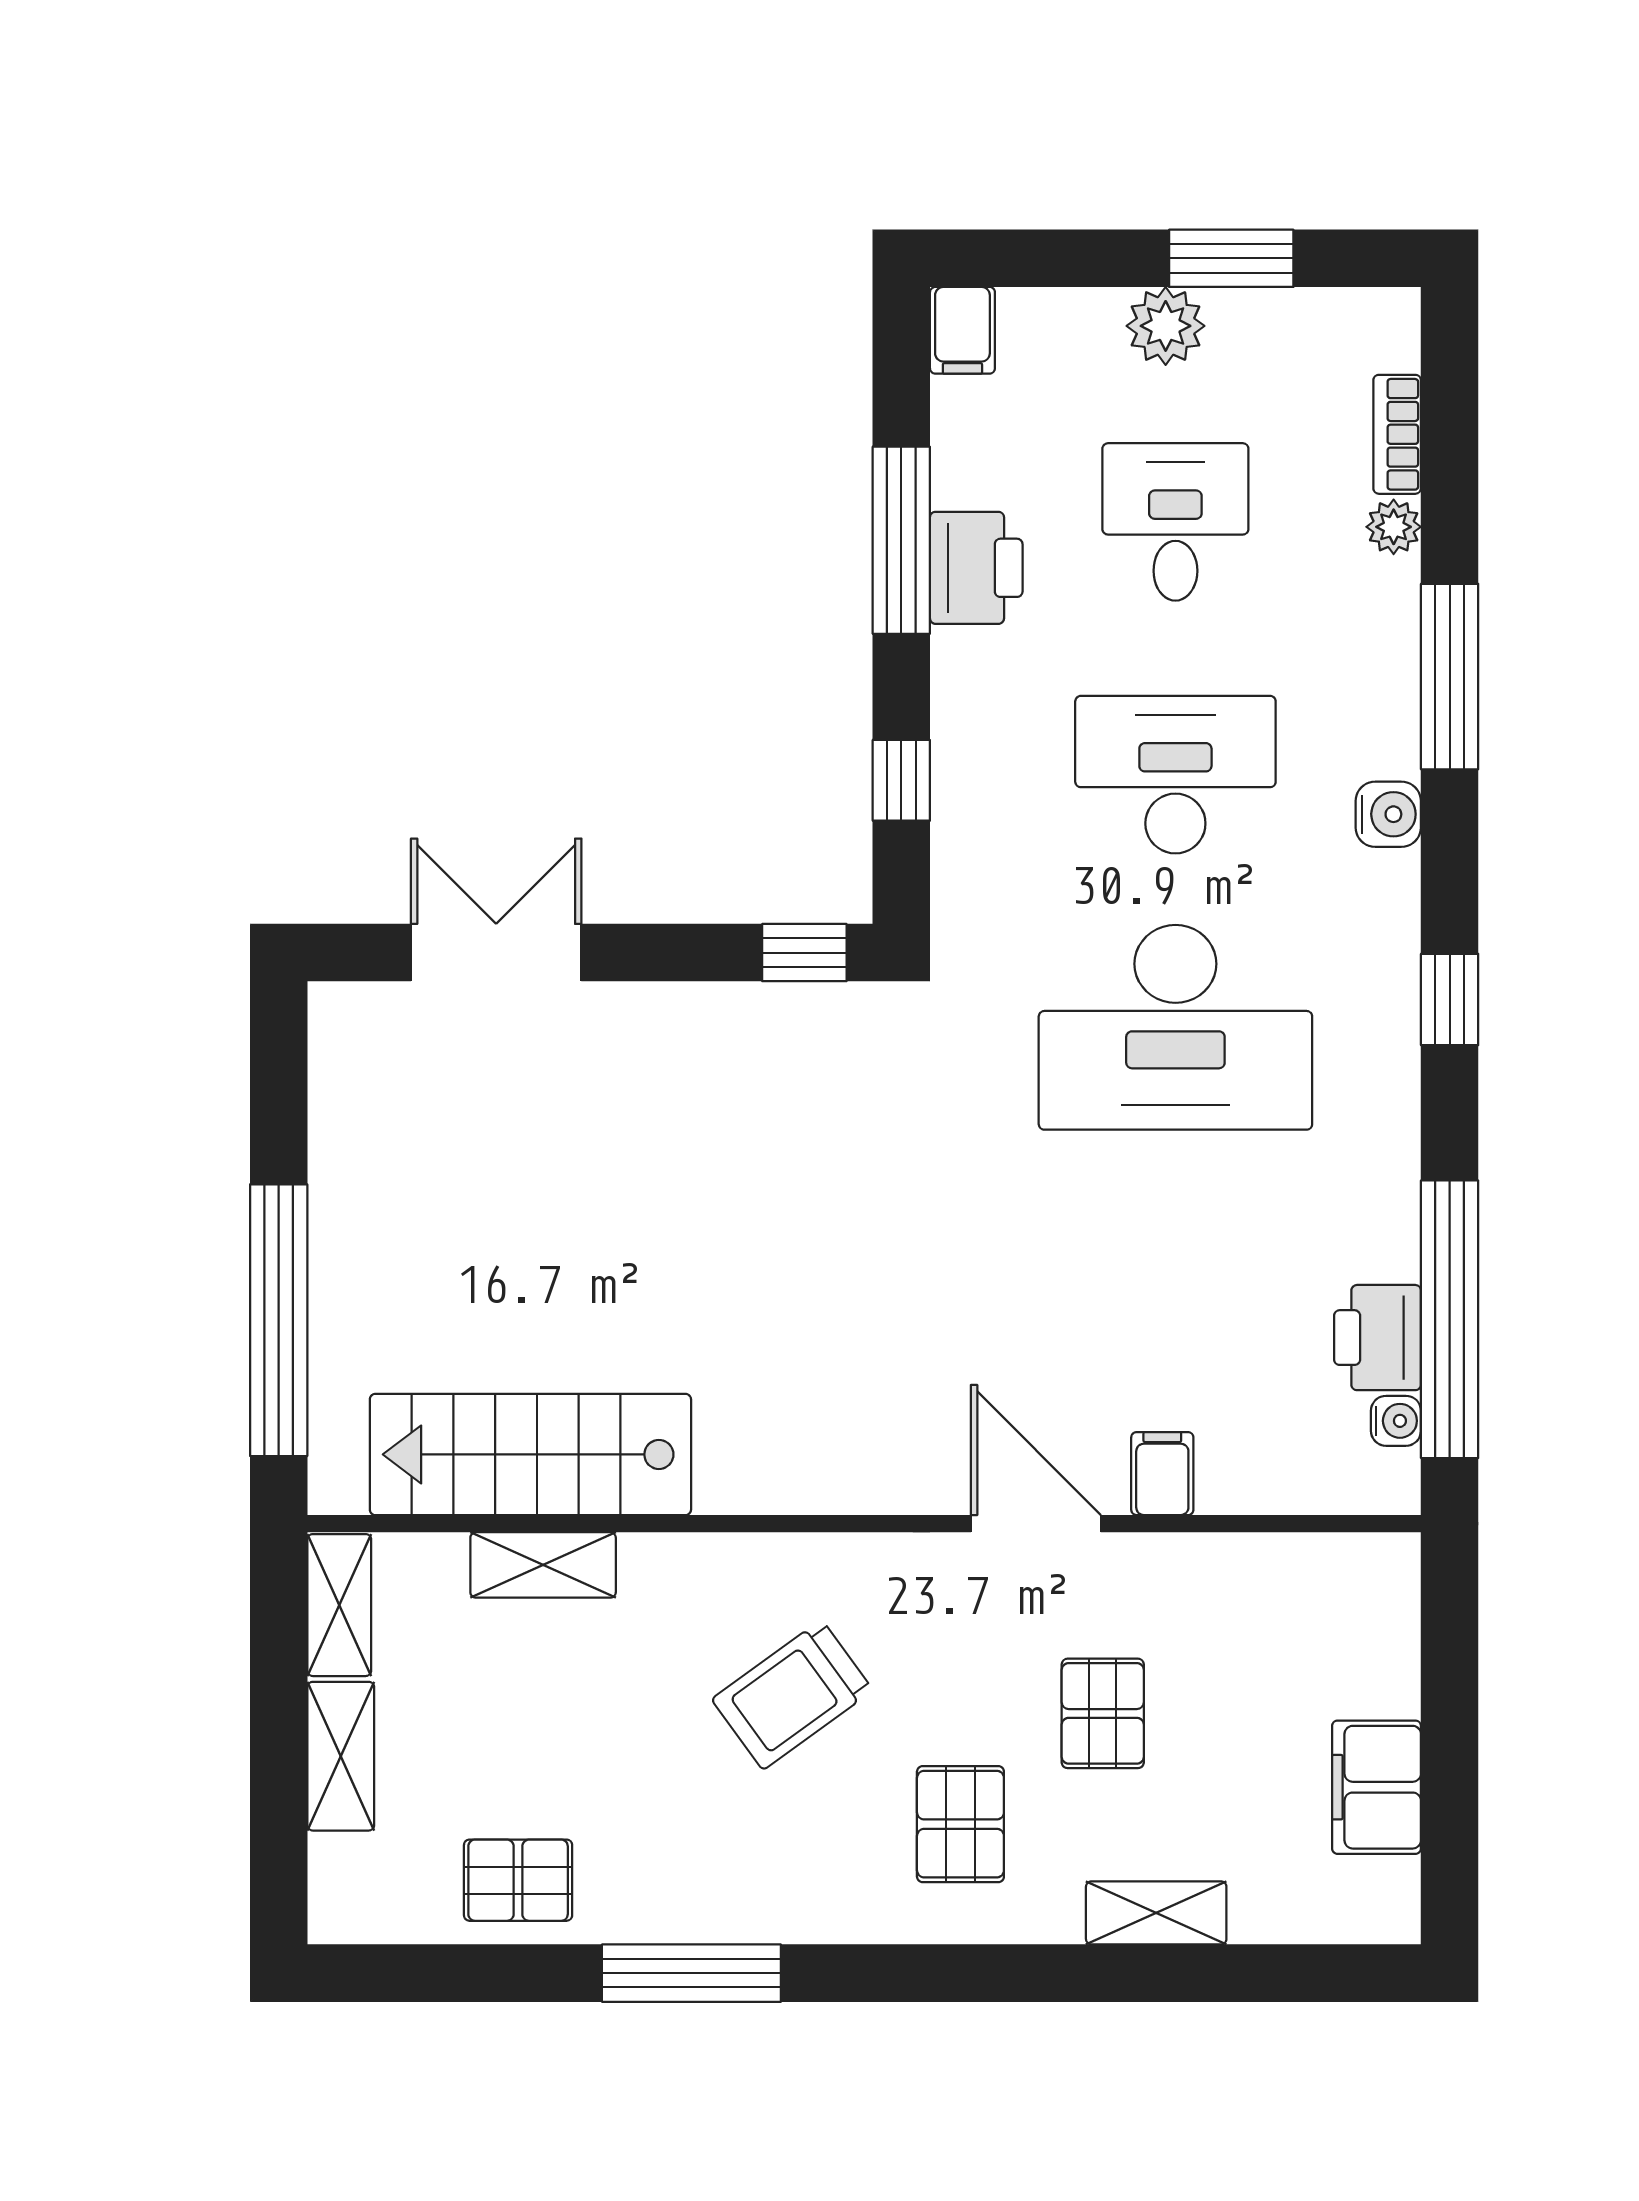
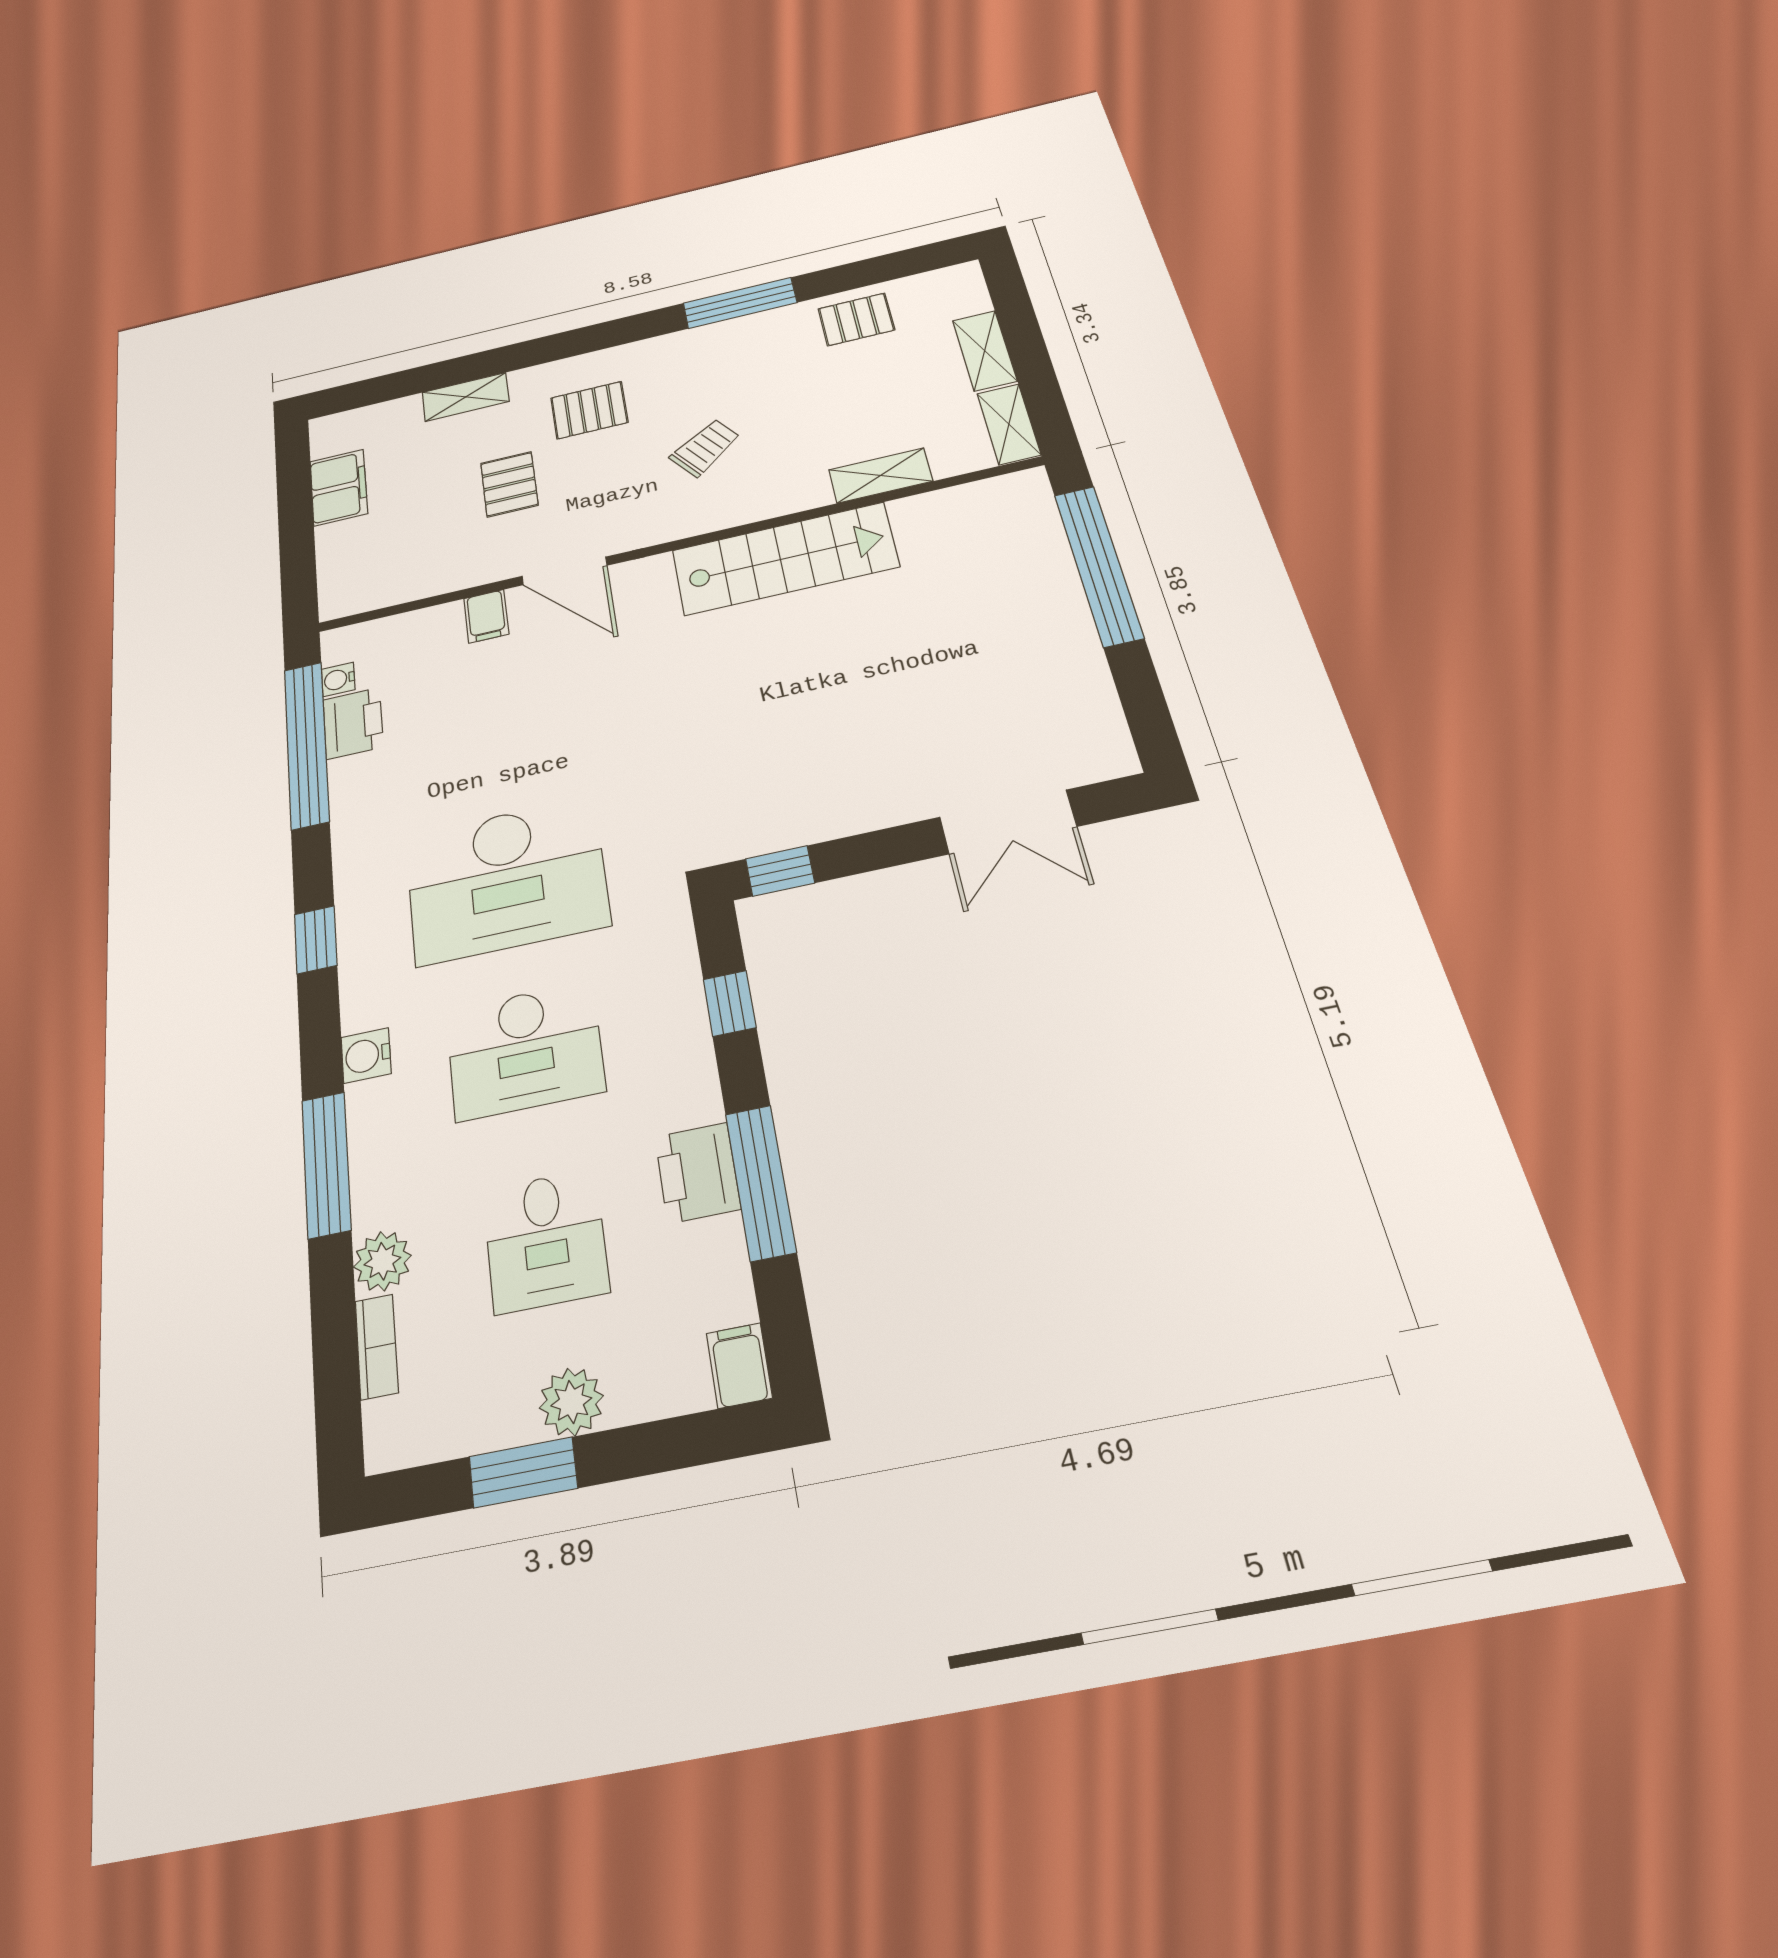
plant: (1394, 527) -> (382, 1261), width x1.38, depth x1.38
desk: (1175, 1027) -> (506, 880), turned 180
stairs: (530, 1454) -> (785, 559), moved
trolley: (792, 1695) -> (705, 448), width x0.73, depth x0.72
pallet: (960, 1824) -> (589, 410), turned 90

